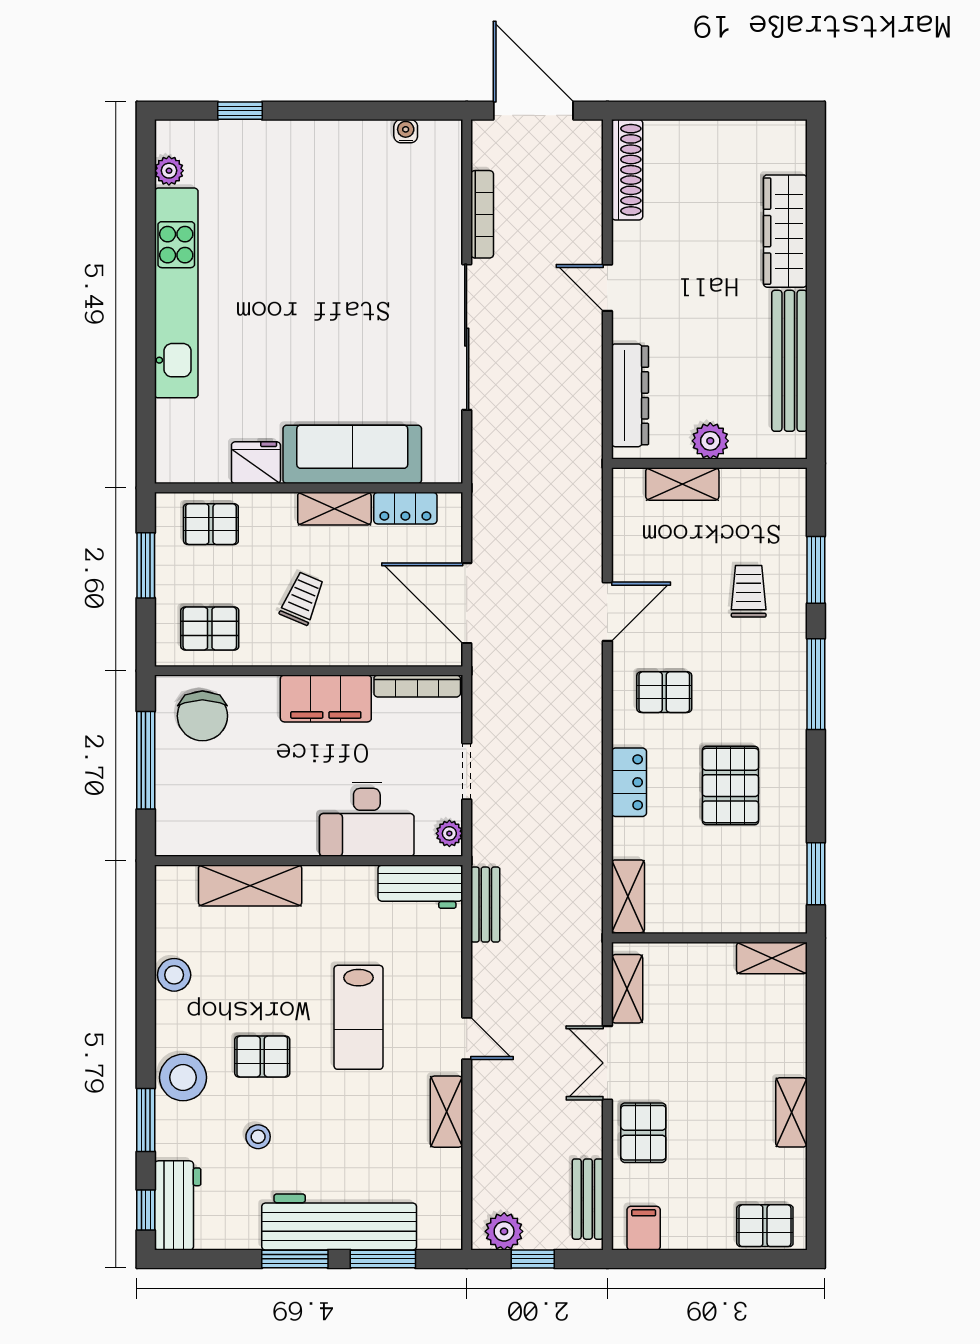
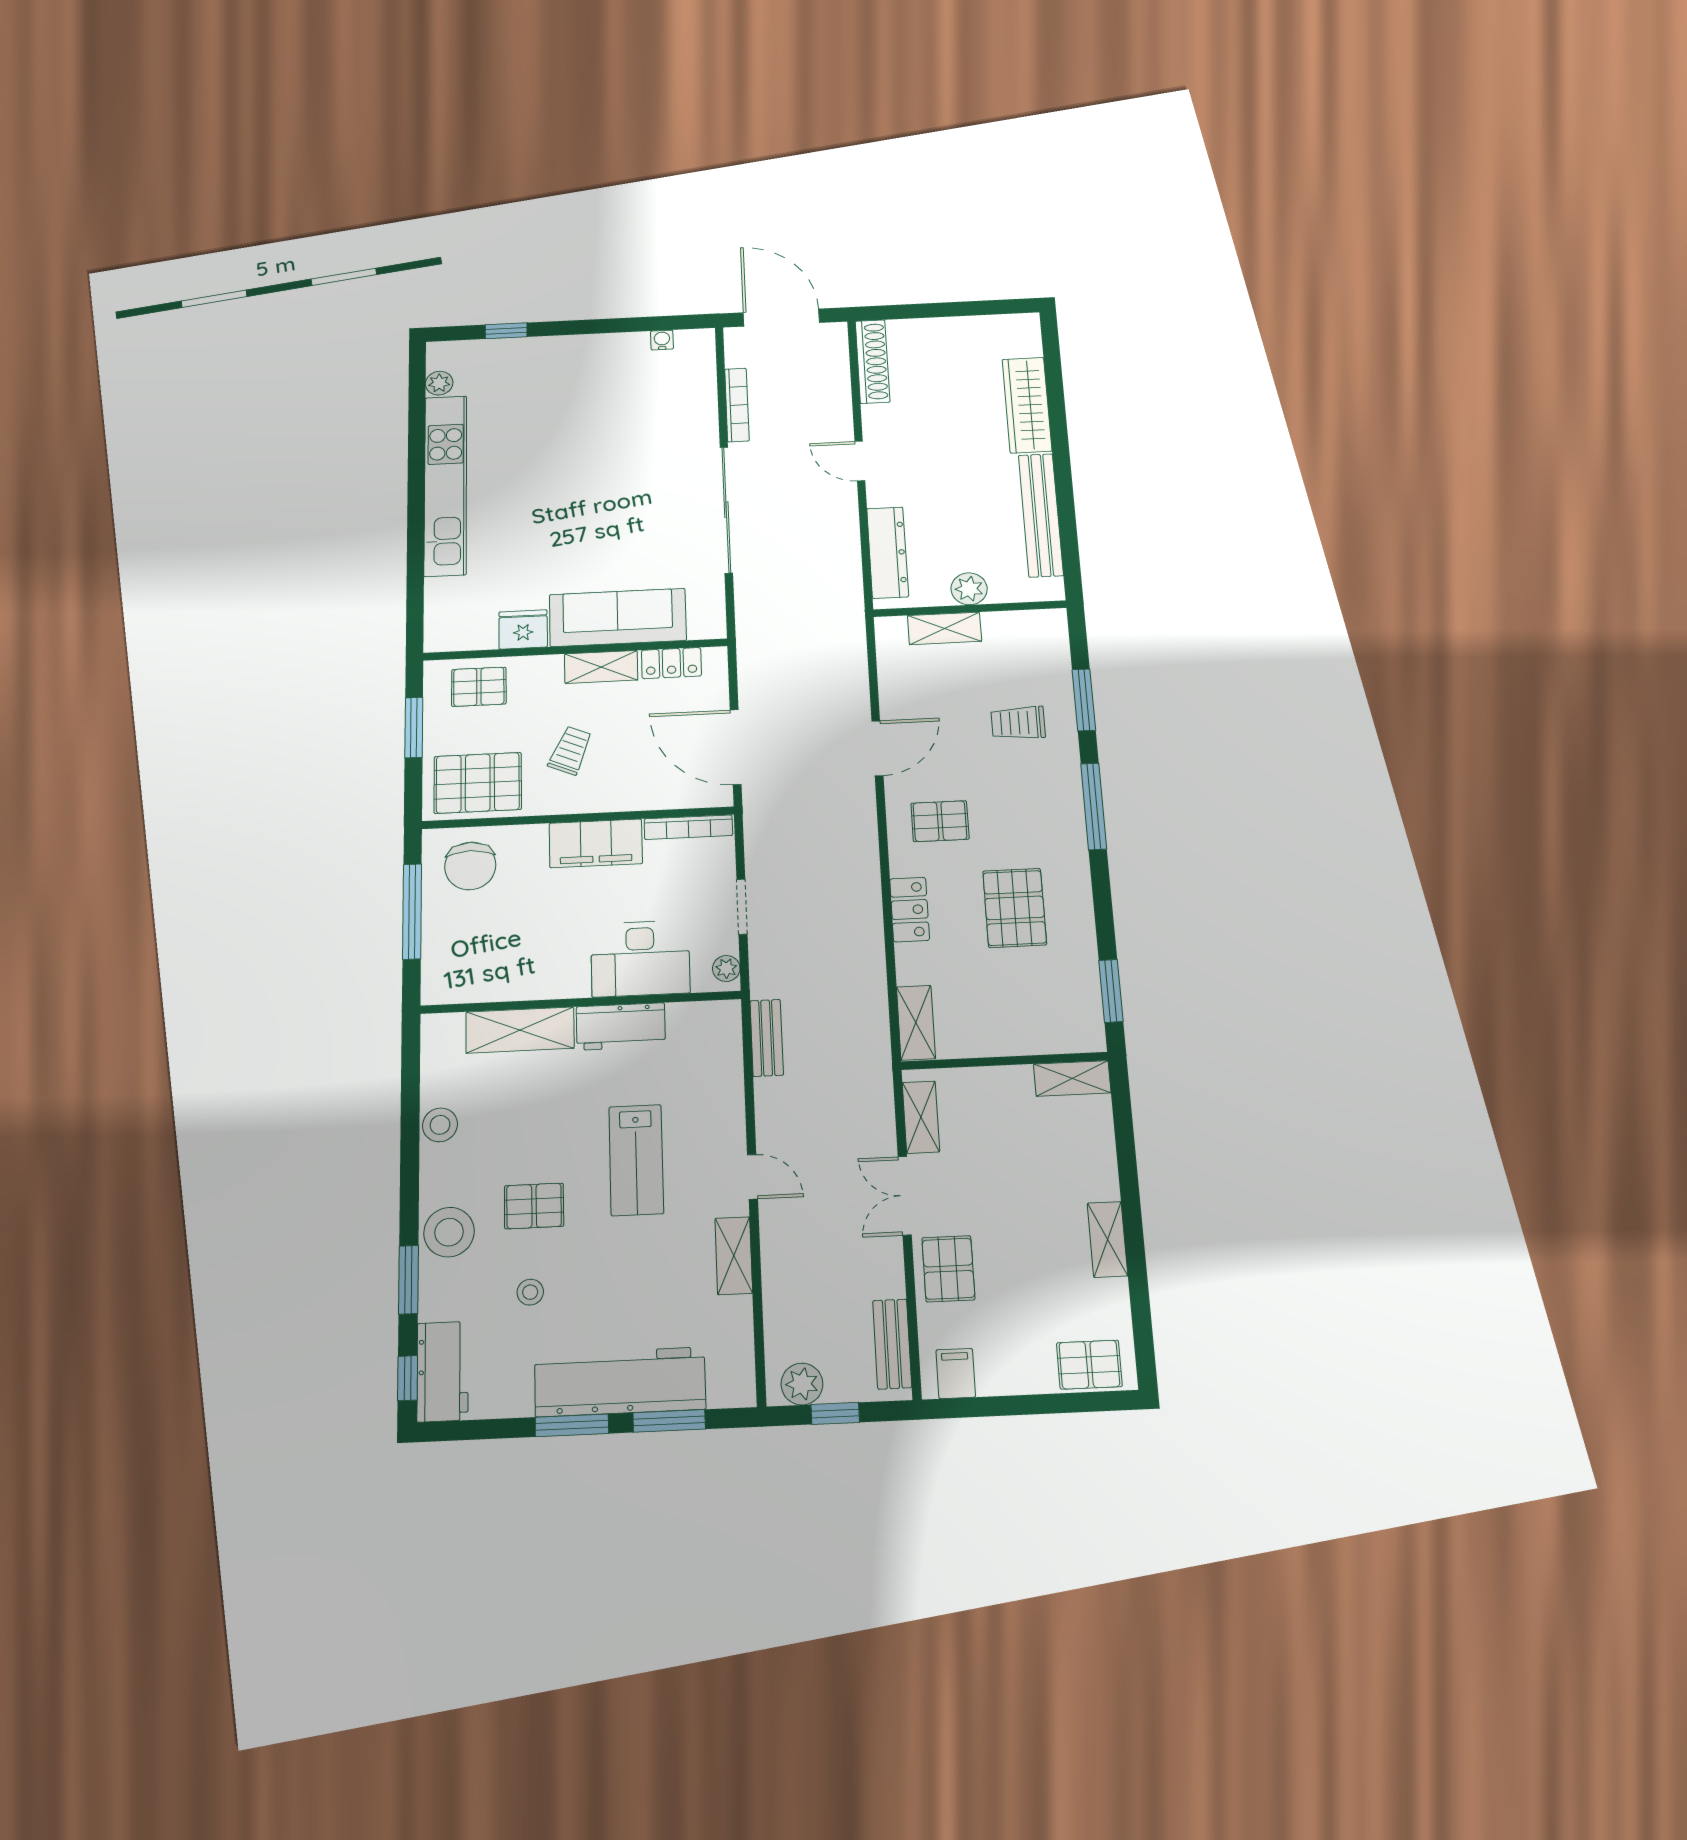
trolley: (749, 591) -> (1018, 723), turned -90
pallet: (210, 628) -> (478, 783), width x1.50, depth x1.42
workbench: (420, 887) -> (621, 1027), moved

